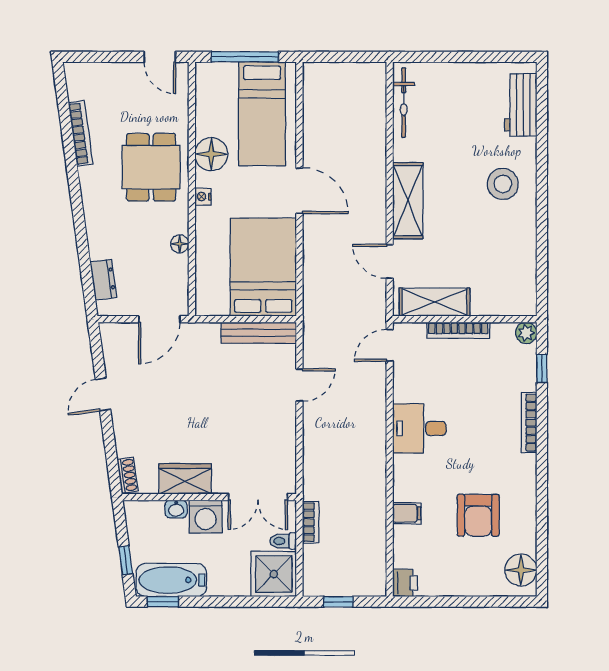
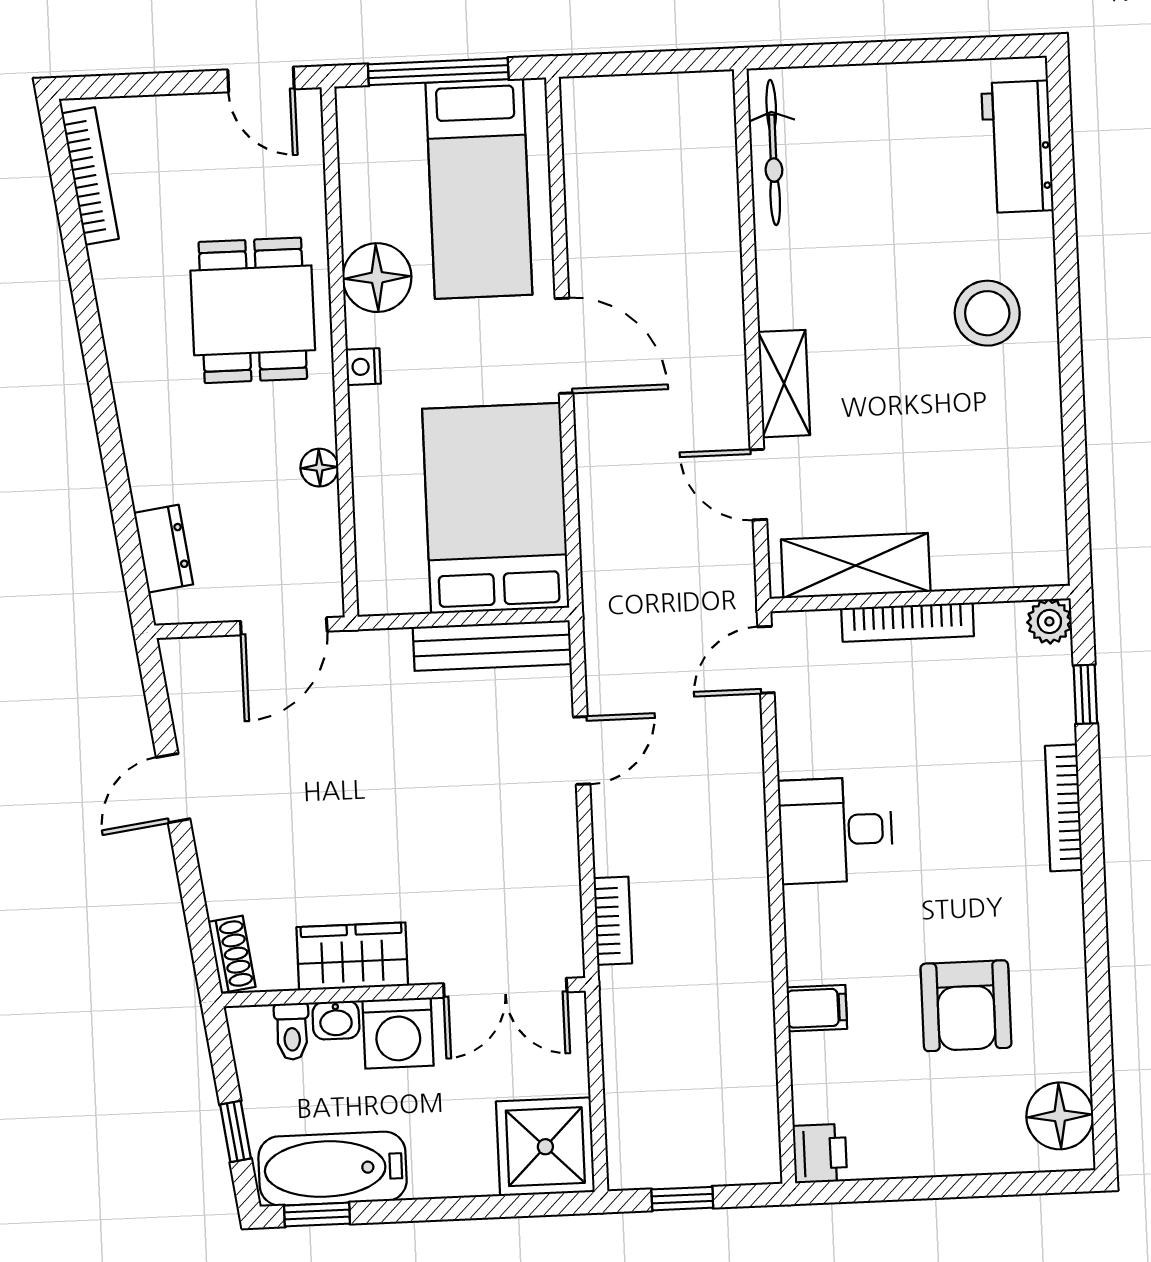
bookcase: (81, 134) -> (90, 176), moved
shelving: (408, 201) -> (784, 384), width x0.67, depth x0.75
bookcase: (311, 522) -> (613, 921), moved
toilet: (283, 541) -> (292, 1031), moved, turned -90

